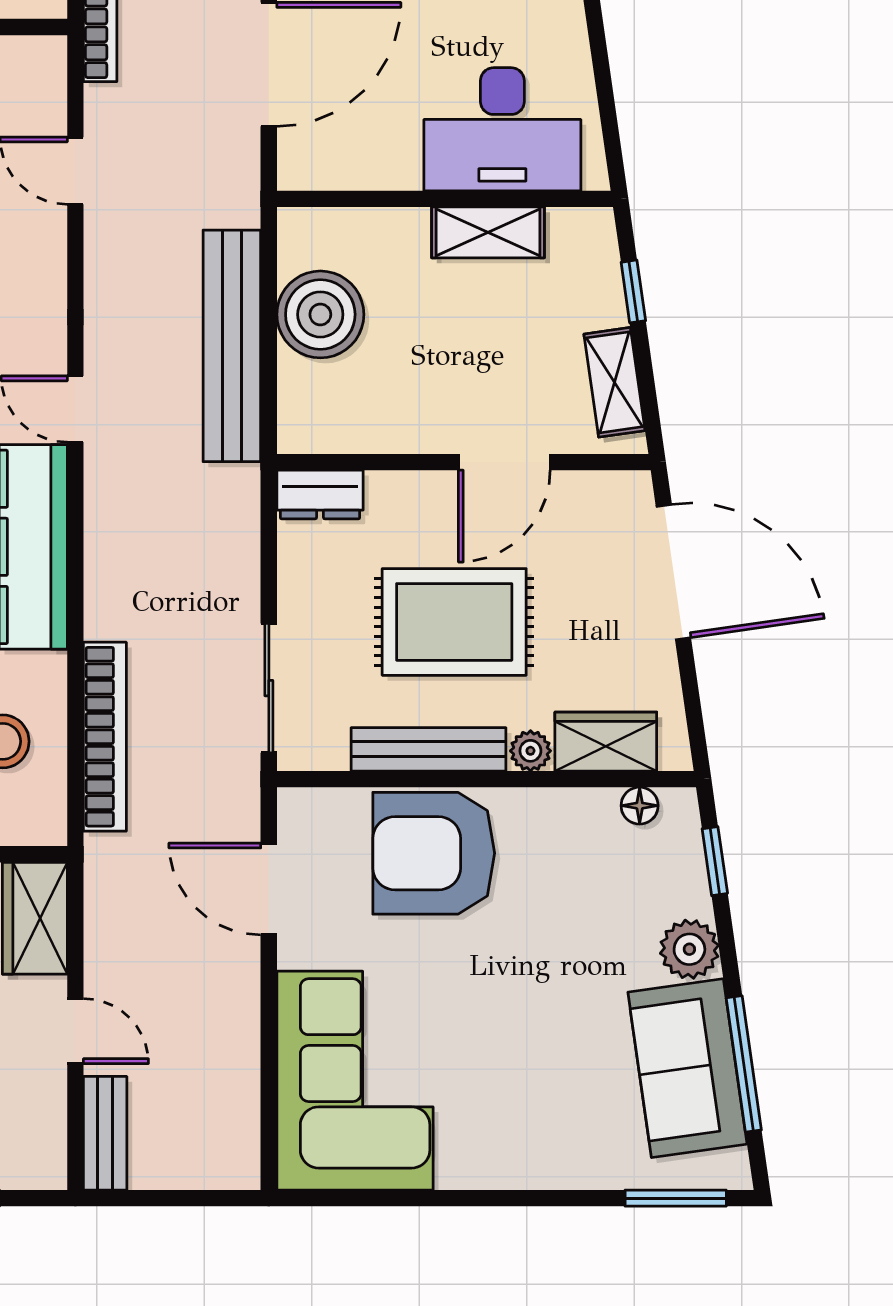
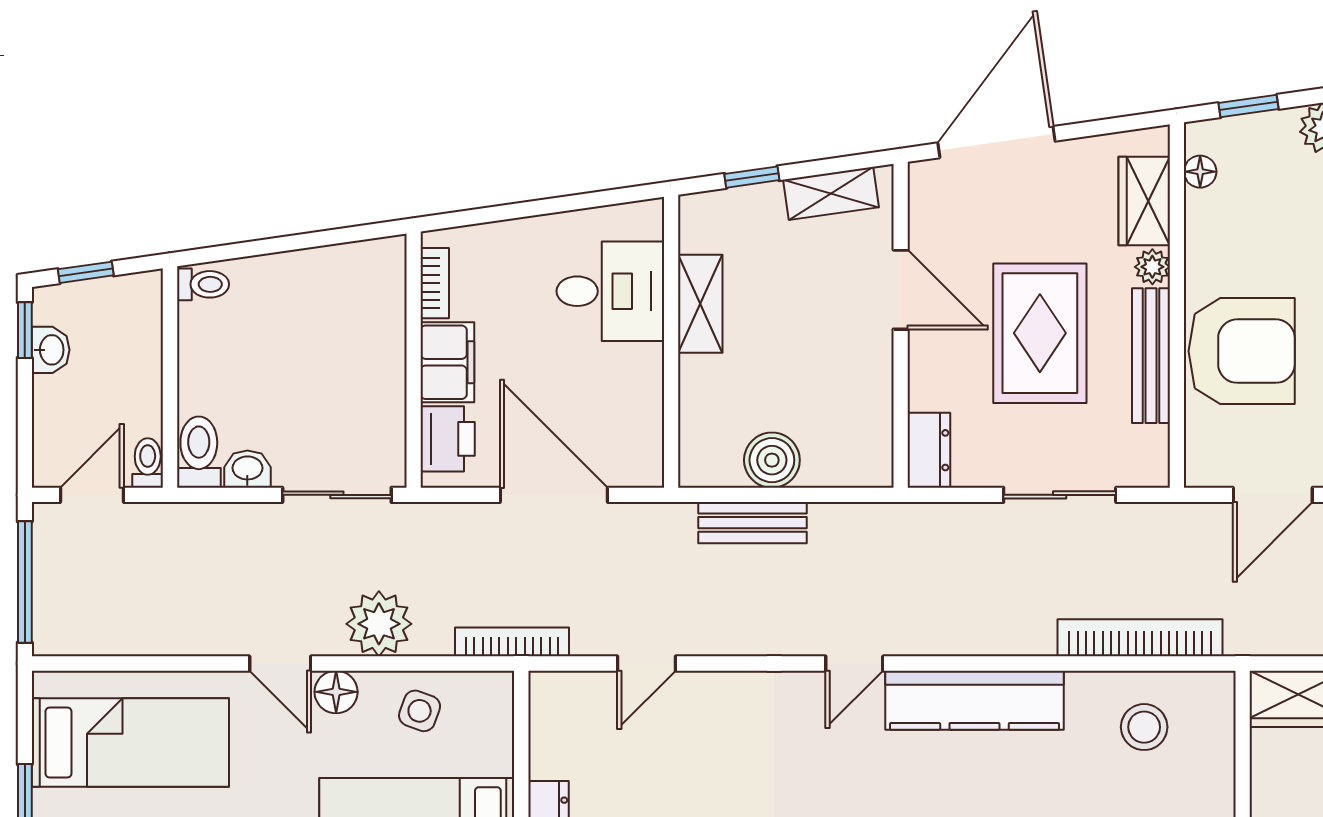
desk: (502, 129) -> (610, 291), width x0.73
boiler: (320, 314) -> (772, 460), width x0.73, depth x0.73
bench: (232, 346) -> (752, 523), width x0.54, depth x0.82
sliding door: (269, 688) -> (1060, 495), moved
armchair: (434, 853) -> (1242, 351), turned -90

